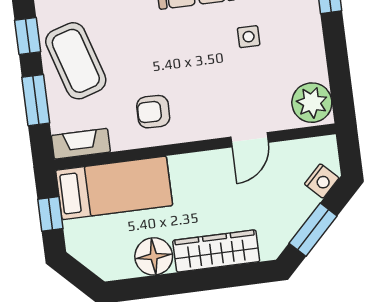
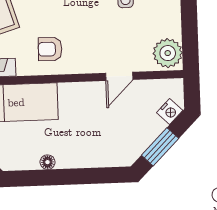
wardrobe: (216, 251) -> (87, 156), removed
floor lamp: (154, 256) -> (48, 162), width x0.53, depth x0.53

